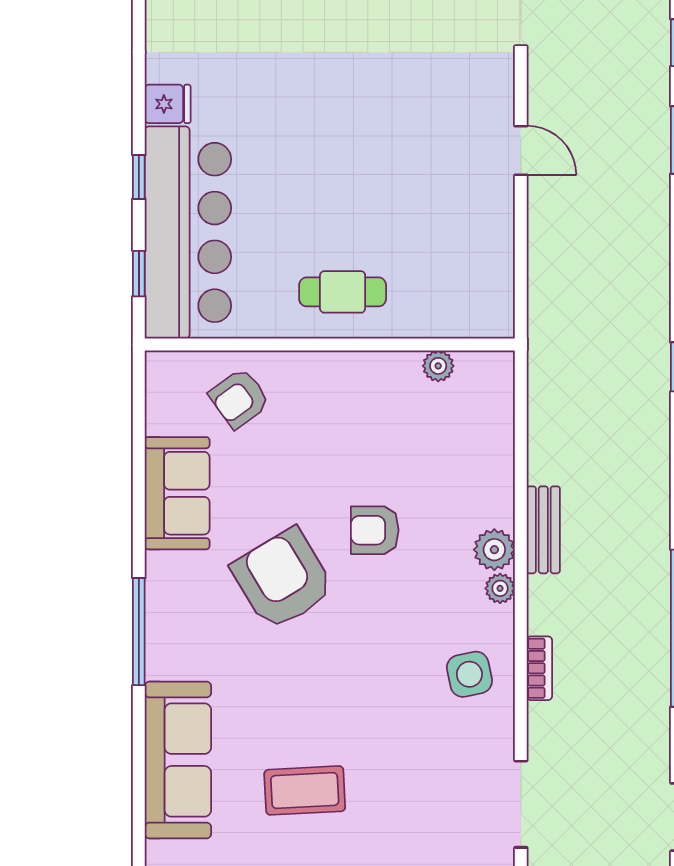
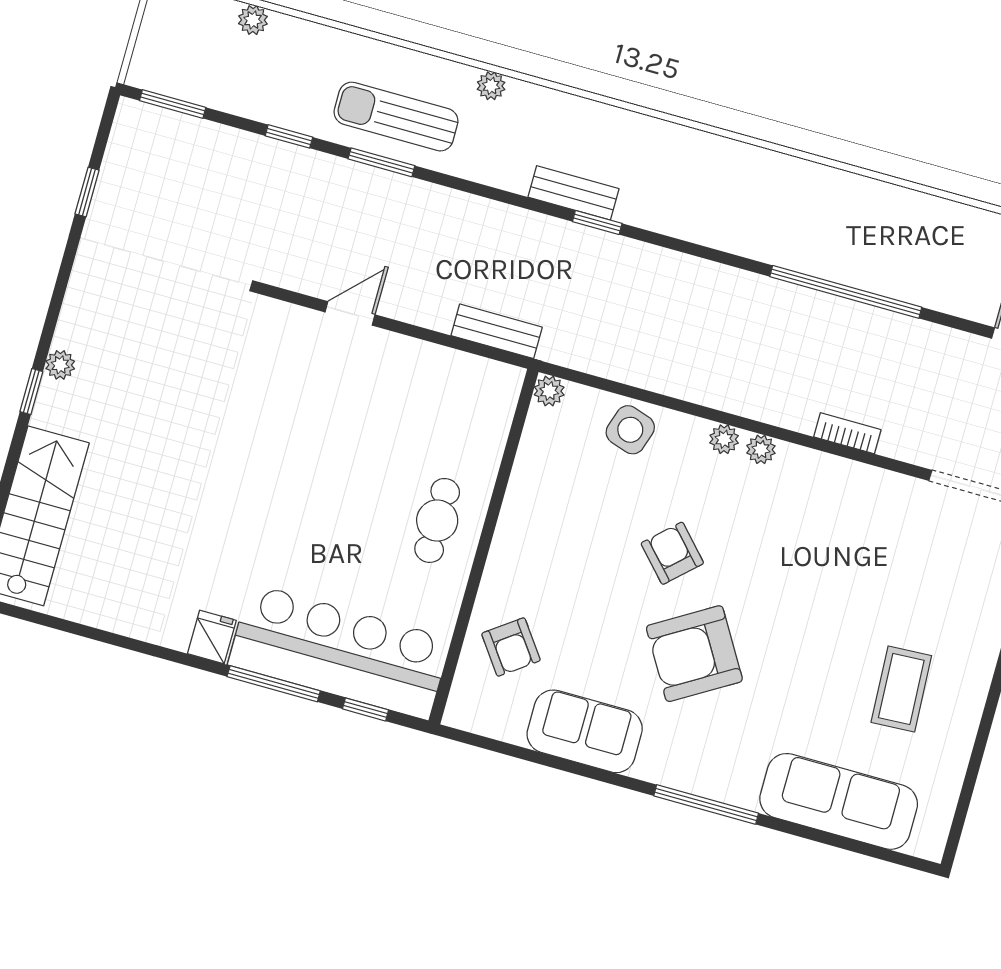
window: (139, 177) -> (274, 684), width x2.17
plant: (438, 366) -> (549, 391), moved
armchair: (375, 530) -> (672, 553), turned 137
bench: (543, 530) -> (497, 331), moved
plant: (494, 550) -> (724, 439), width x0.73, depth x0.73
side table: (469, 674) -> (630, 430), moved, turned 30

